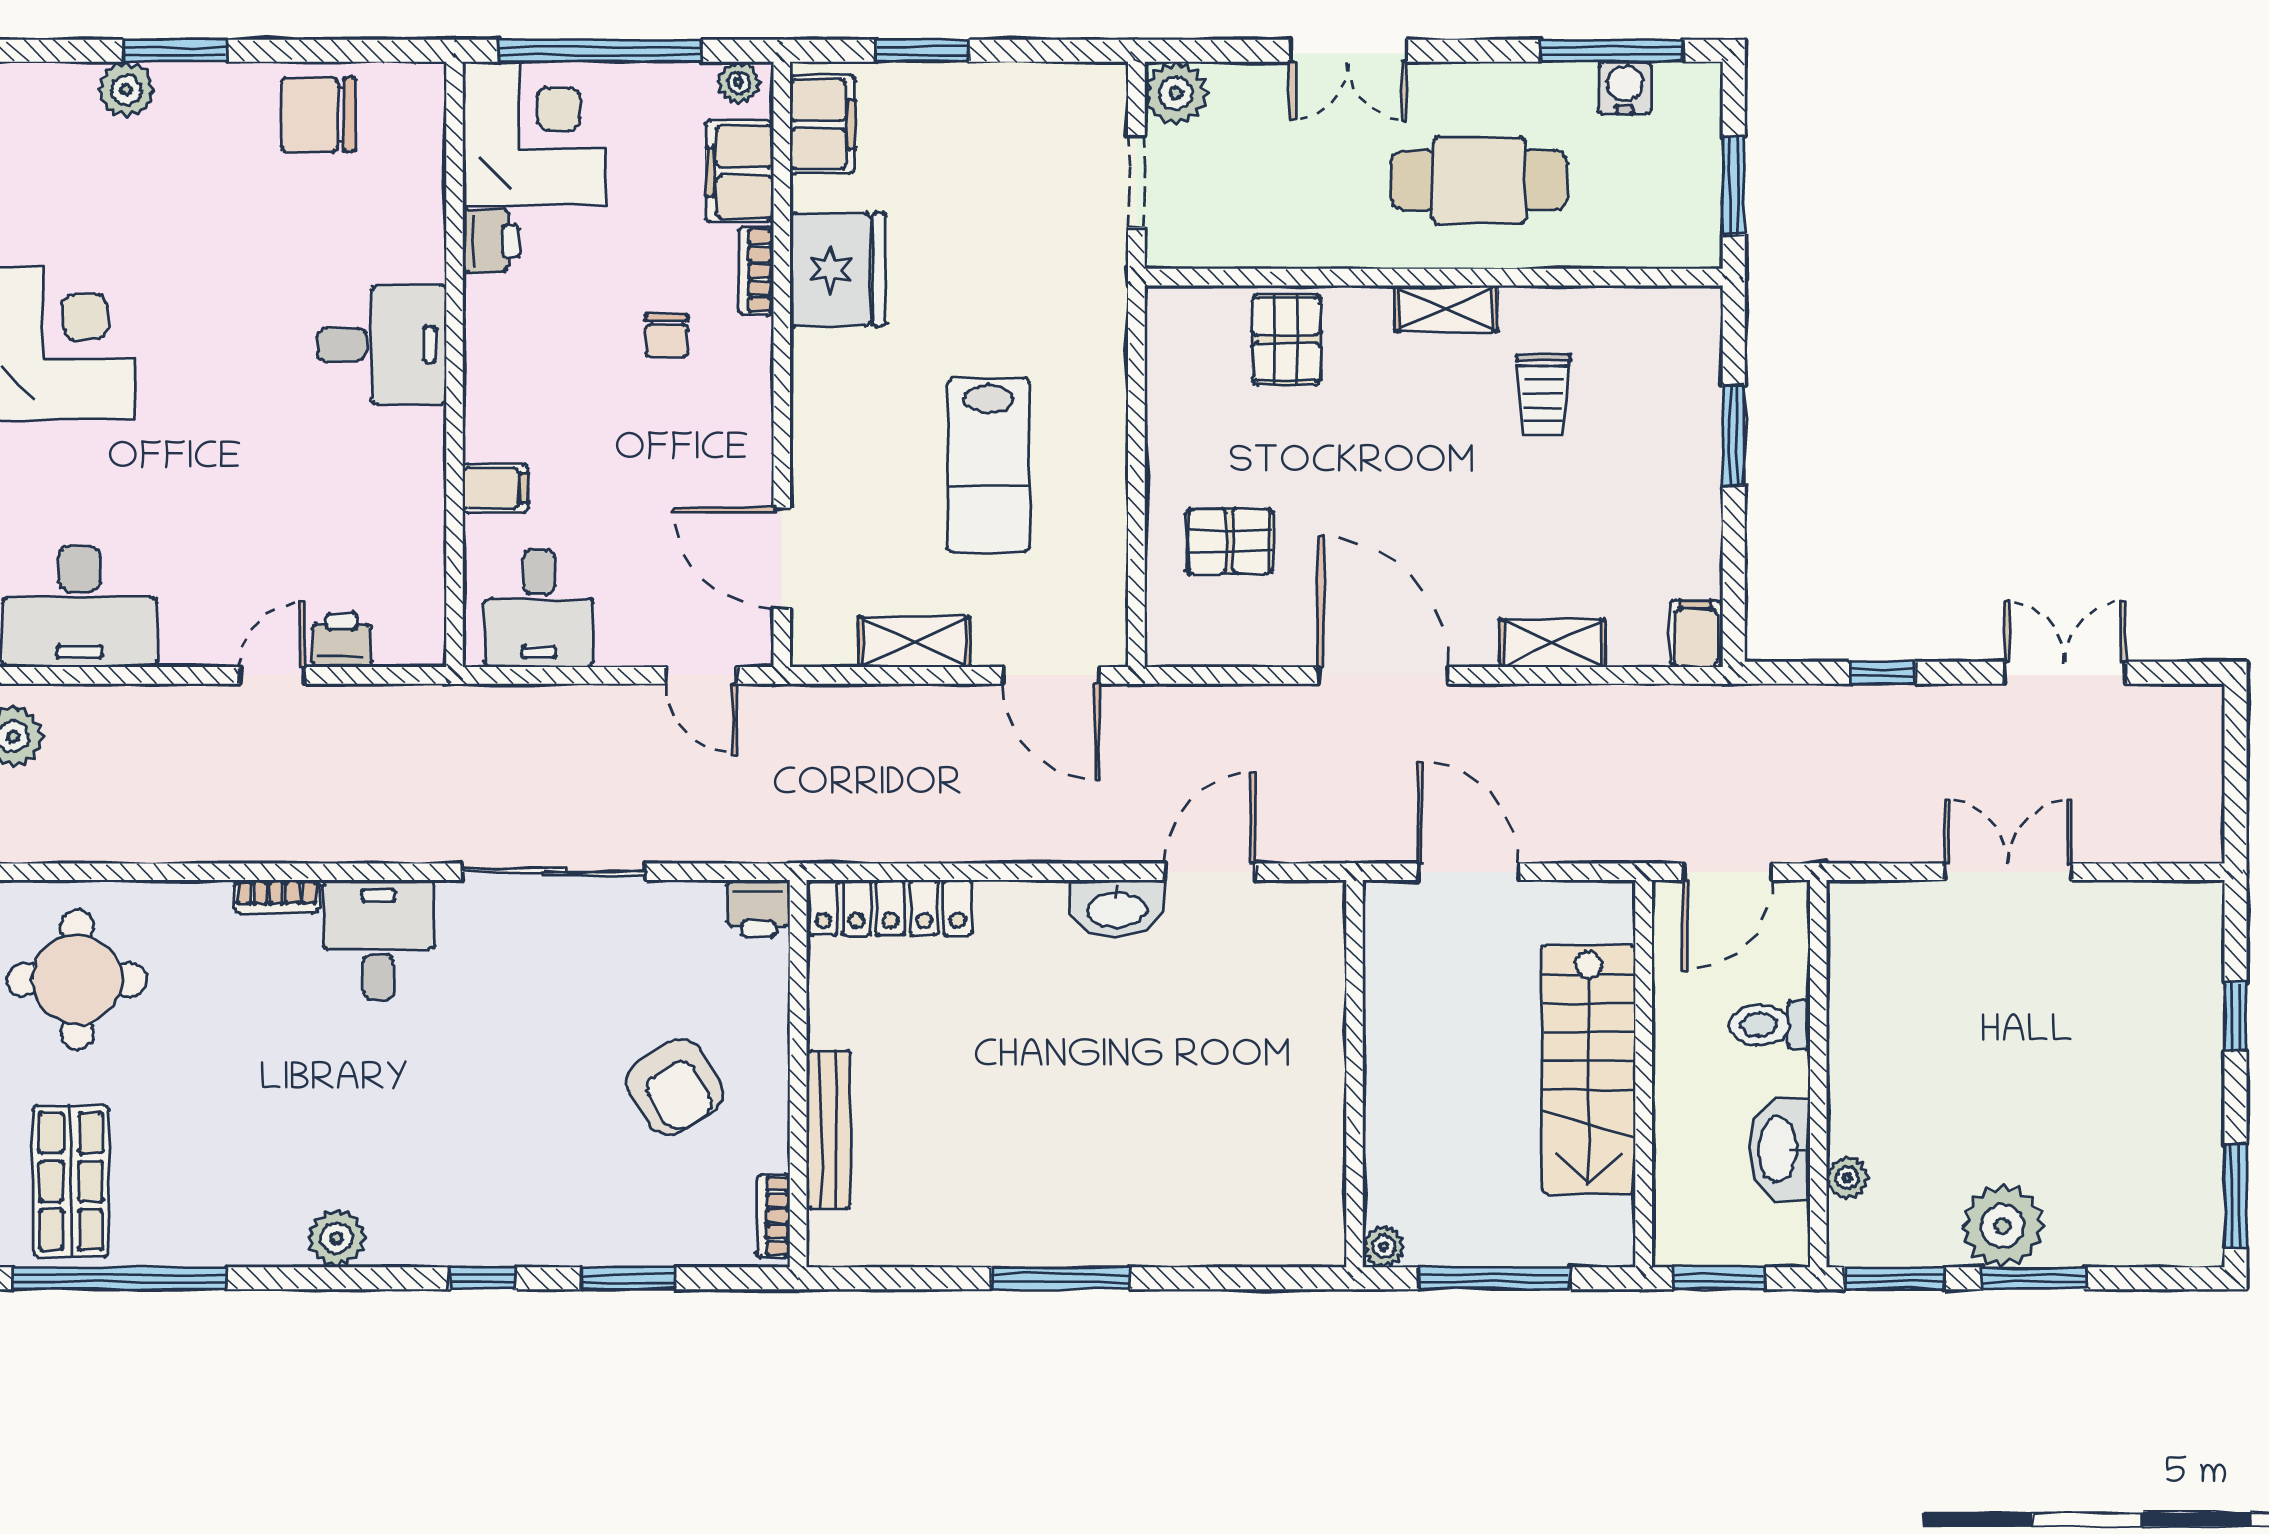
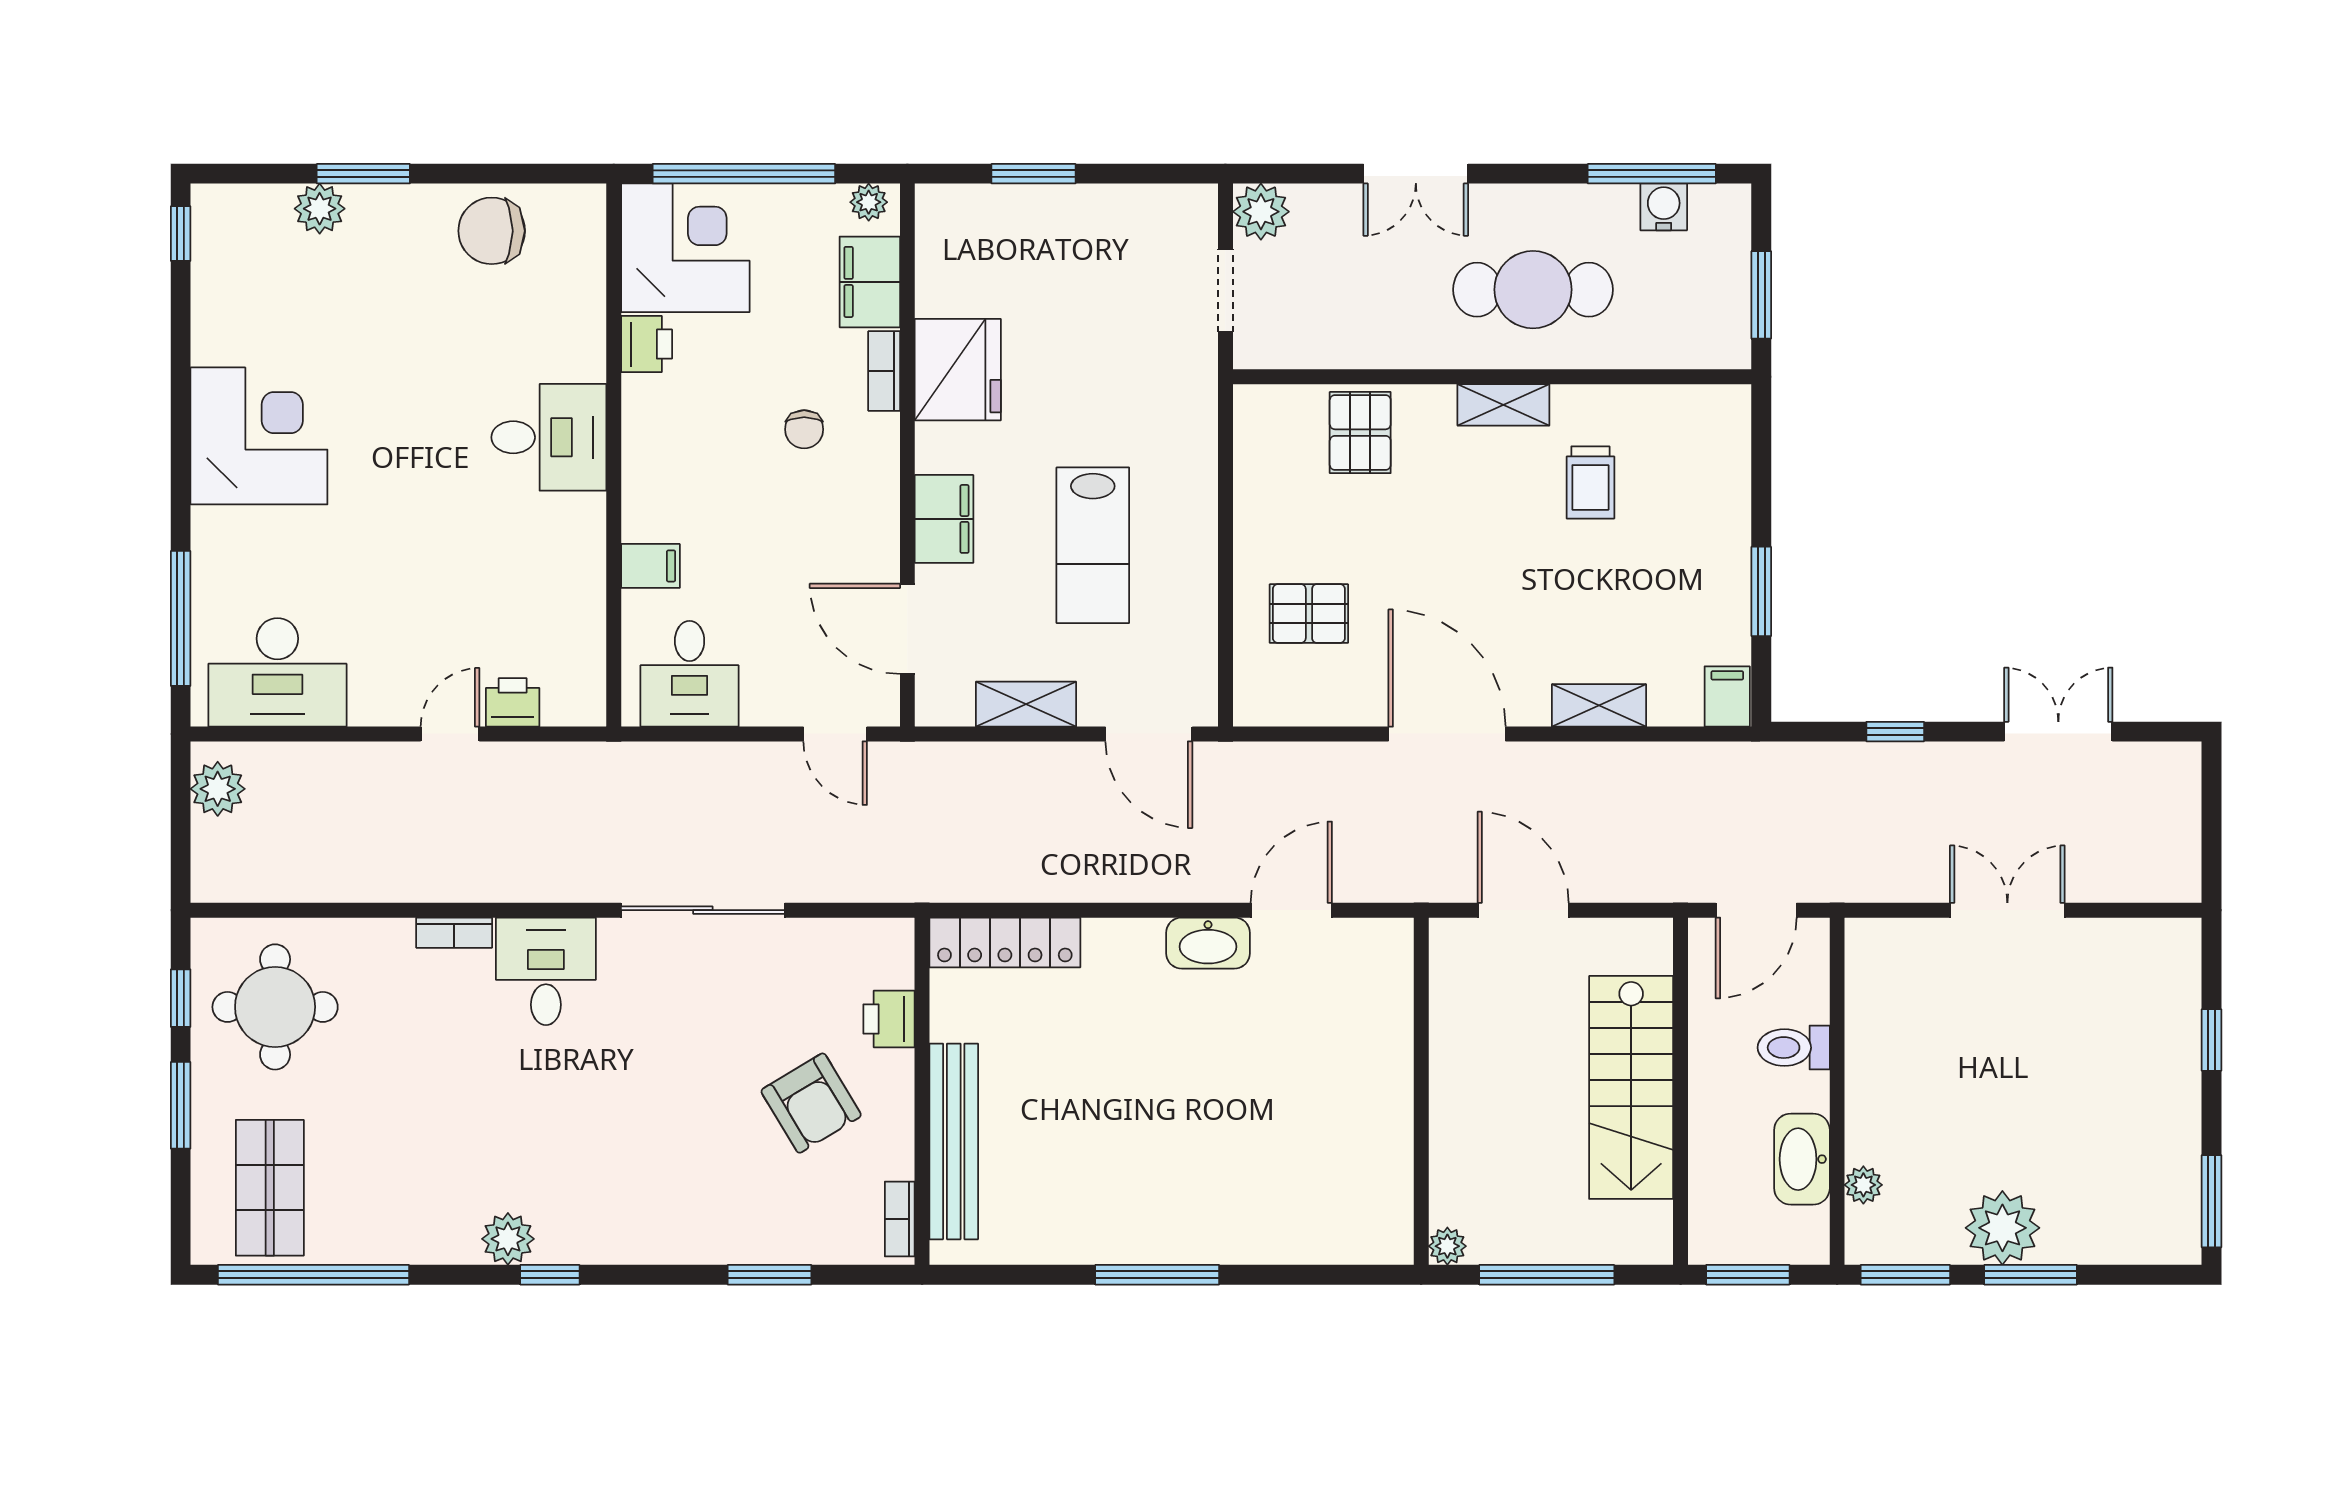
filing cabinet: (823, 124) -> (944, 519), moved
window: (1734, 436) -> (1761, 591), moved
printer: (758, 909) -> (889, 1019), moved, turned 90
bench: (829, 1130) -> (954, 1141), width x1.37, depth x1.21
window: (482, 1278) -> (550, 1275), moved

